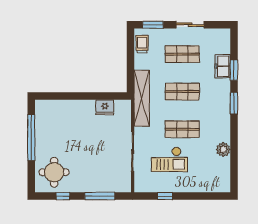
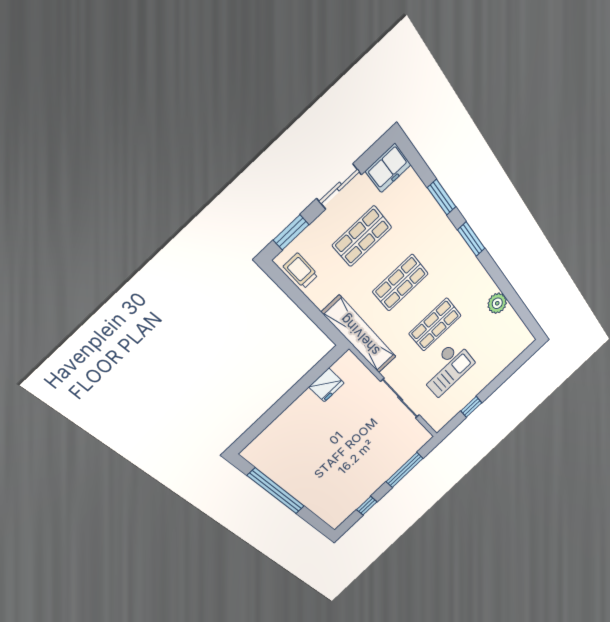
freezer: (223, 66) -> (388, 168), moved, turned -90
round table: (54, 172) -> (336, 496), removed

